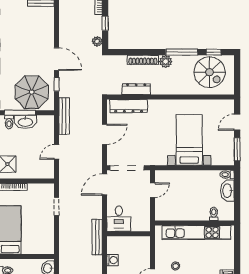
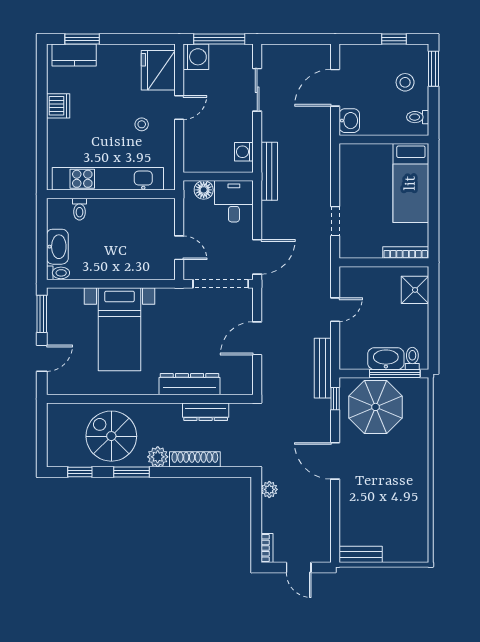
window: (105, 23) -> (256, 519), removed
window: (182, 52) -> (131, 472), width x0.69
spiral stairs: (210, 72) -> (111, 436), moved
window: (57, 84) -> (335, 399), moved
dresser: (129, 106) -> (189, 384), moved
door: (153, 190) -> (179, 248), swing flipped
floor lamp: (137, 226) -> (204, 190), added
washing machine: (113, 260) -> (244, 152), moved

